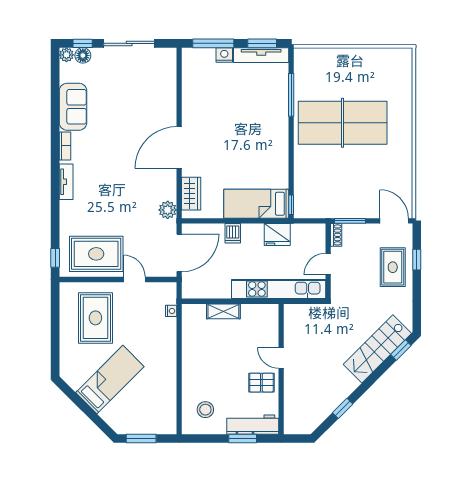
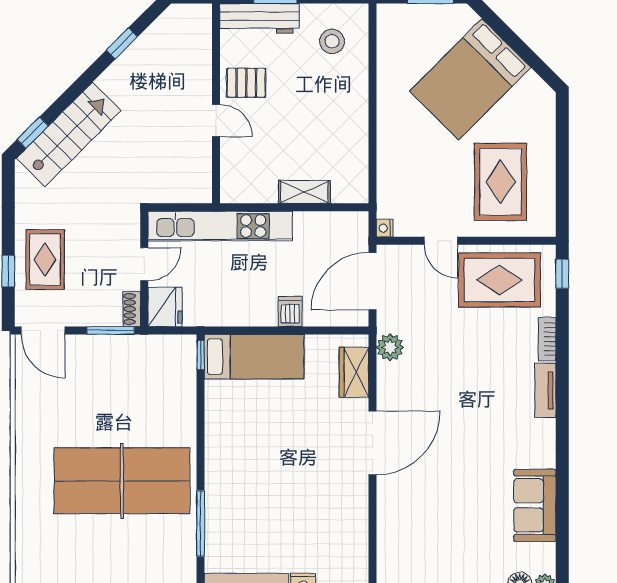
bookcase: (65, 146) -> (547, 339), moved
fridge: (277, 234) -> (165, 307), moved, turned 90
nightstand: (171, 311) -> (385, 228), moved
bed: (110, 380) -> (470, 79), width x1.50

